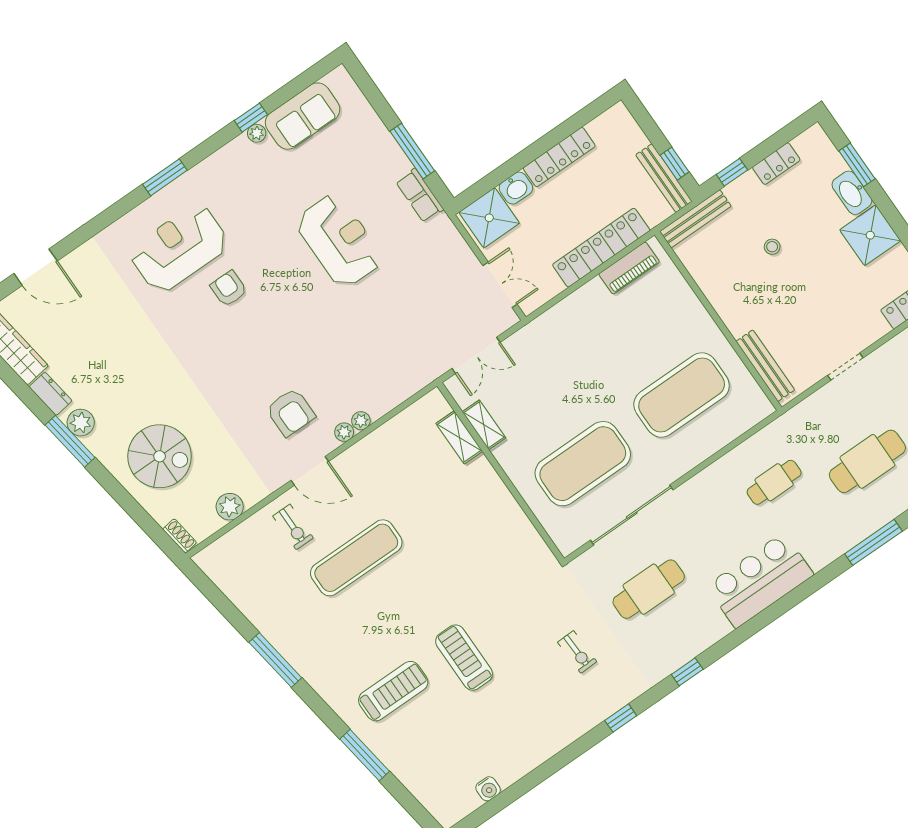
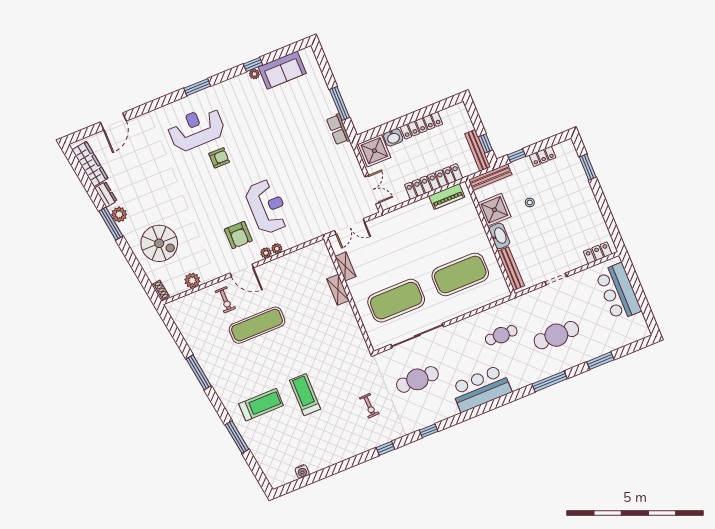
washbasin: (852, 193) -> (499, 236), moved, turned 180
shower: (870, 235) -> (494, 210), moved
reception desk: (339, 241) -> (267, 207), moved
door: (36, 267) -> (113, 121), hinge flipped
armchair: (229, 289) -> (219, 158), turned 90
shelving: (459, 437) -> (338, 290), moved

